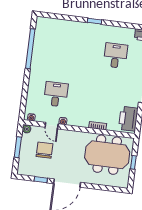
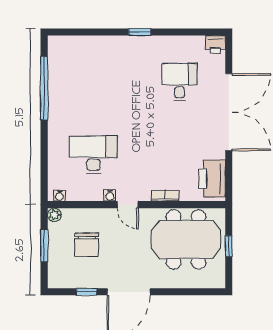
desk: (56, 94) -> (93, 155), width x1.37
door: (52, 126) -> (128, 205), moved
chair: (44, 150) -> (87, 245), turned 180

